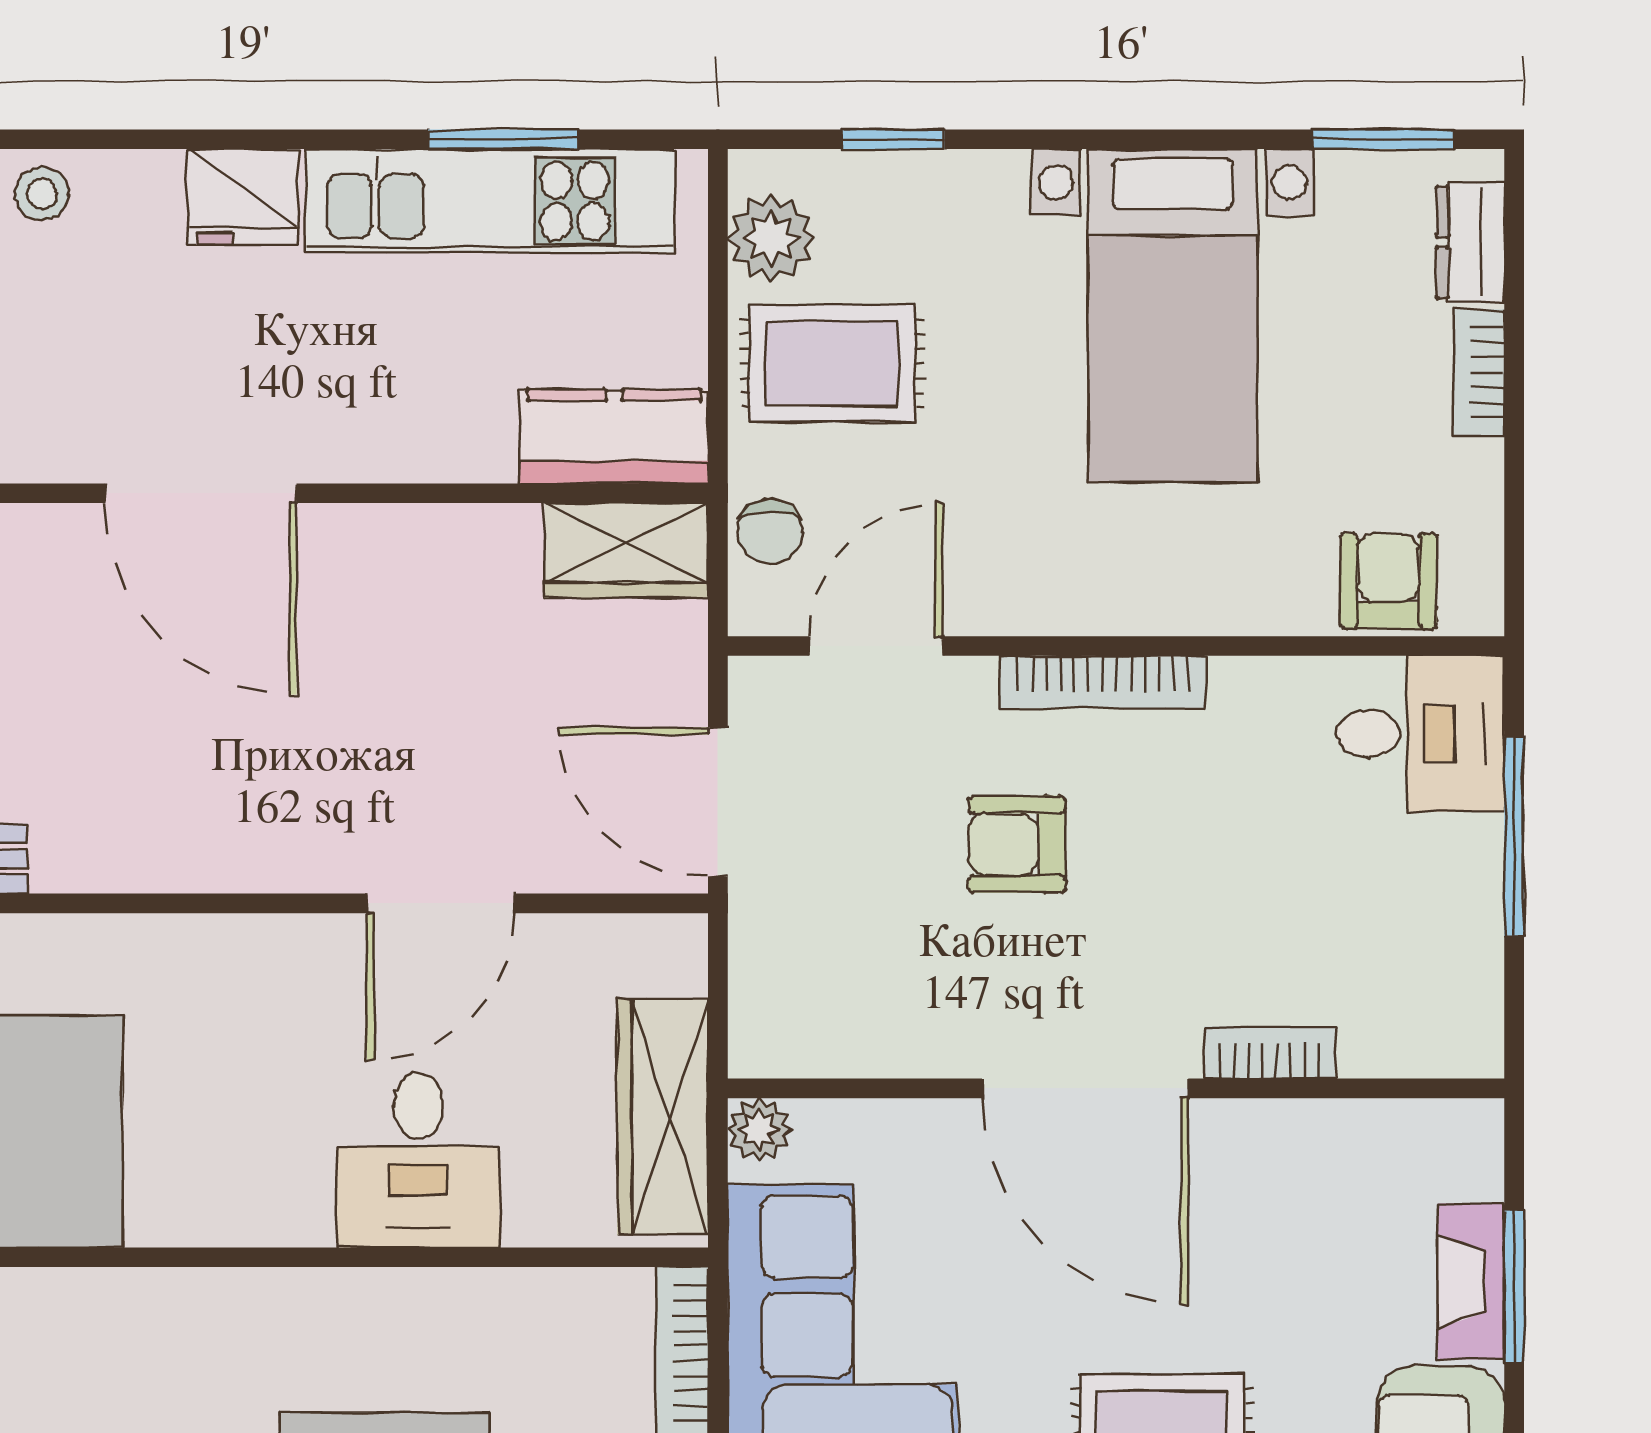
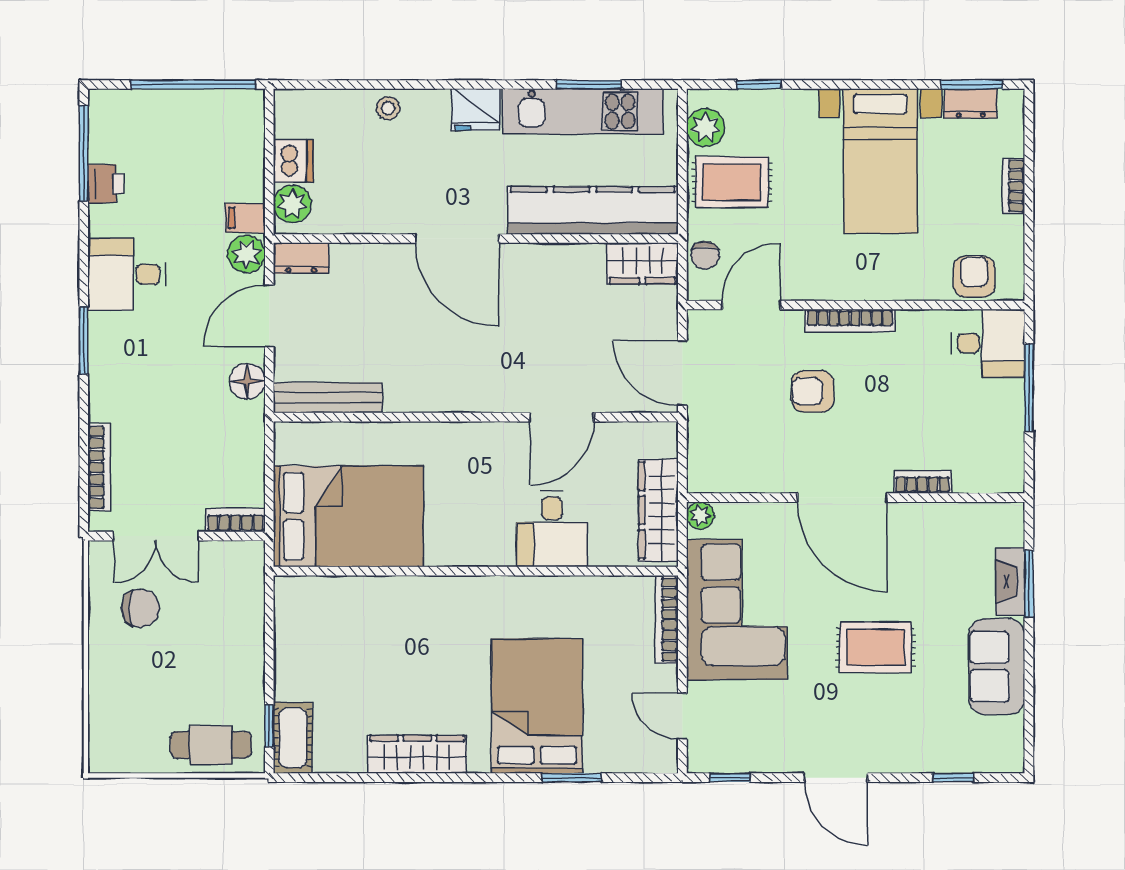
dresser: (1470, 242) -> (971, 104), moved, turned -90
kitchen counter: (614, 436) -> (593, 210), width x2.08, depth x1.17

